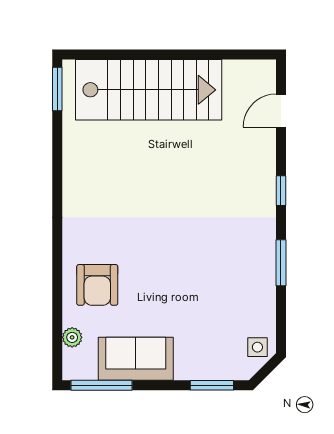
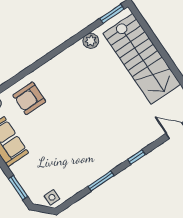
plant: (75, 144) -> (91, 41), added

